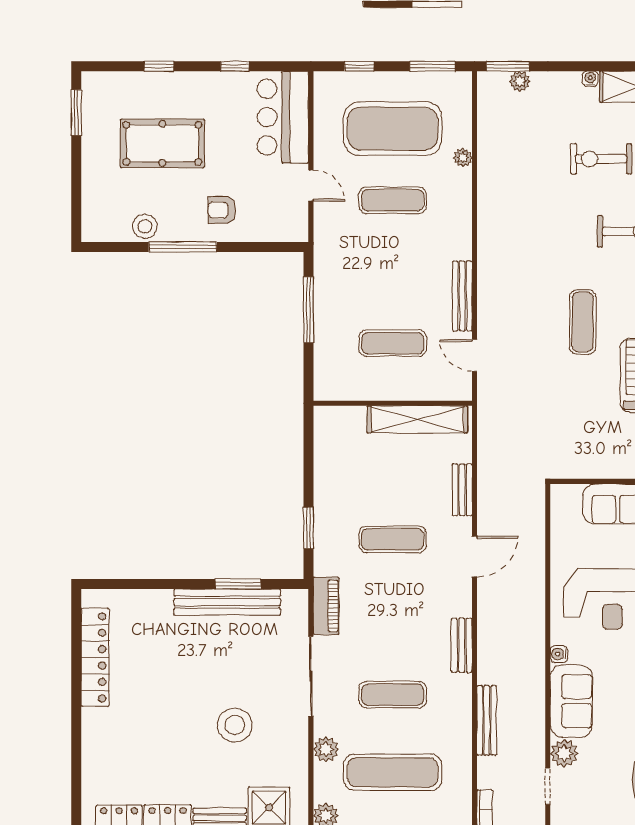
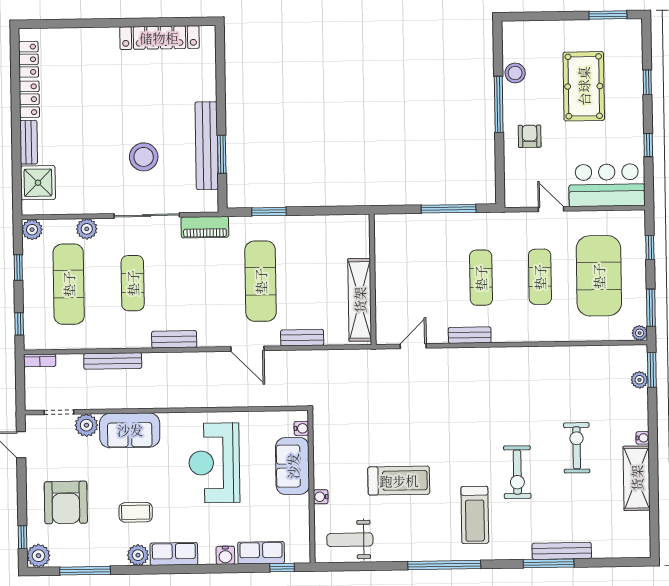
plant: (463, 158) -> (640, 333), moved
door: (311, 186) -> (551, 209), swing flipped
bench: (462, 296) -> (470, 335), width x0.73
exercise mat: (583, 322) -> (442, 435), removed
exercise mat: (393, 343) -> (481, 278), moved
exercise mat: (393, 539) -> (261, 281), width x1.36, depth x1.45
water cooler: (559, 654) -> (301, 428), moved, turned 90
stool: (235, 725) -> (144, 157), moved

